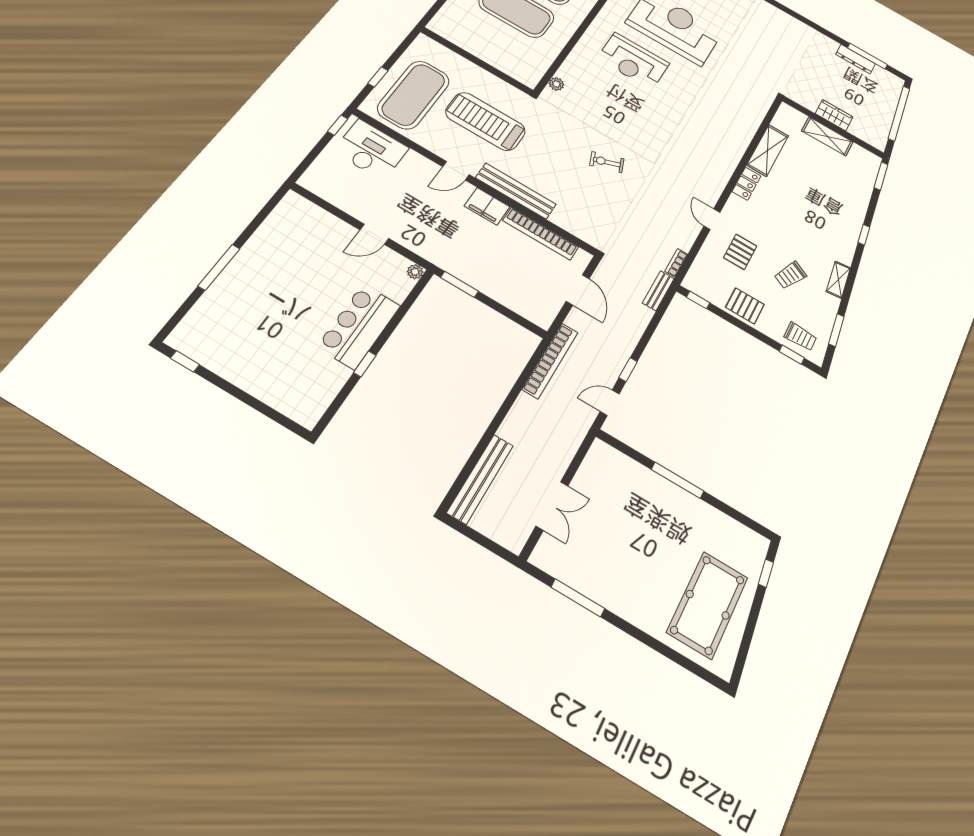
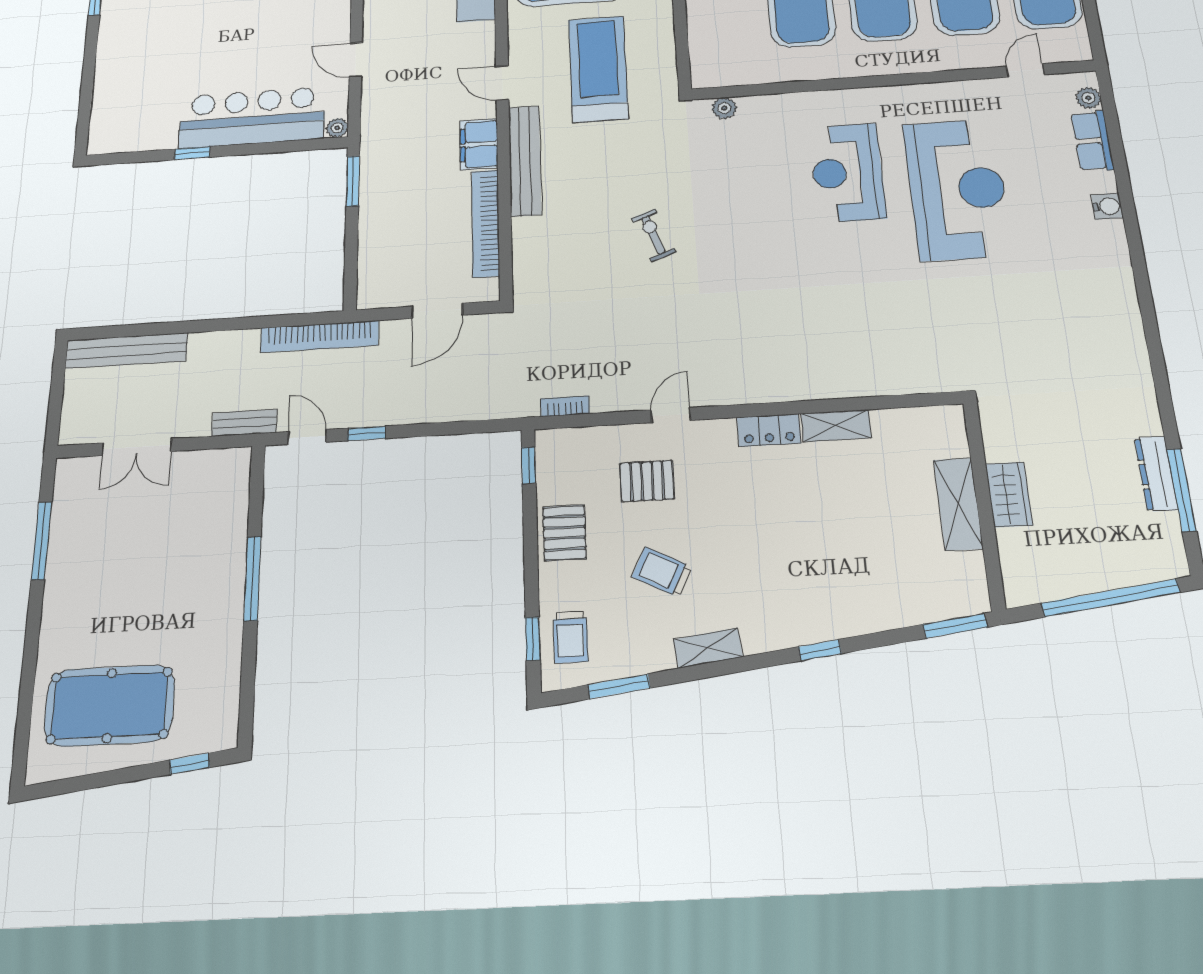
shelving: (768, 150) -> (836, 426), width x0.67, depth x0.75
bench: (658, 291) -> (244, 423), moved
bar counter: (359, 326) -> (252, 118), width x1.36

